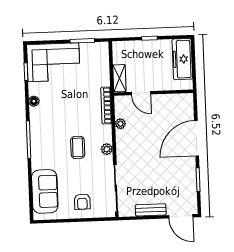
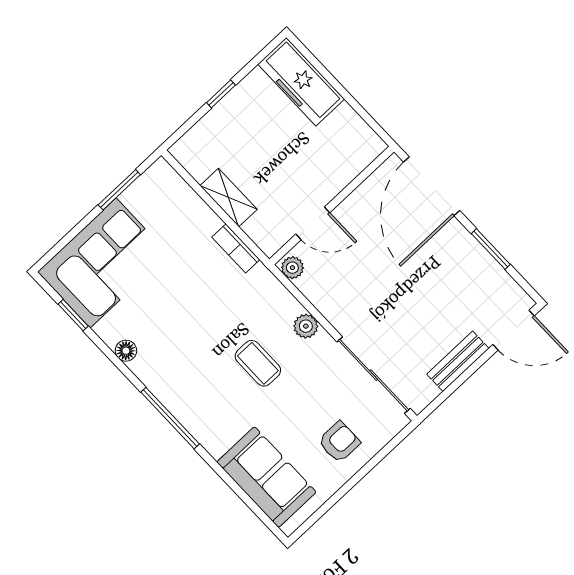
door: (141, 93) -> (313, 223), moved
wall: (153, 93) -> (332, 205), moved
bookcase: (106, 106) -> (236, 248), width x0.64
armchair: (82, 202) -> (339, 442), turned -90

